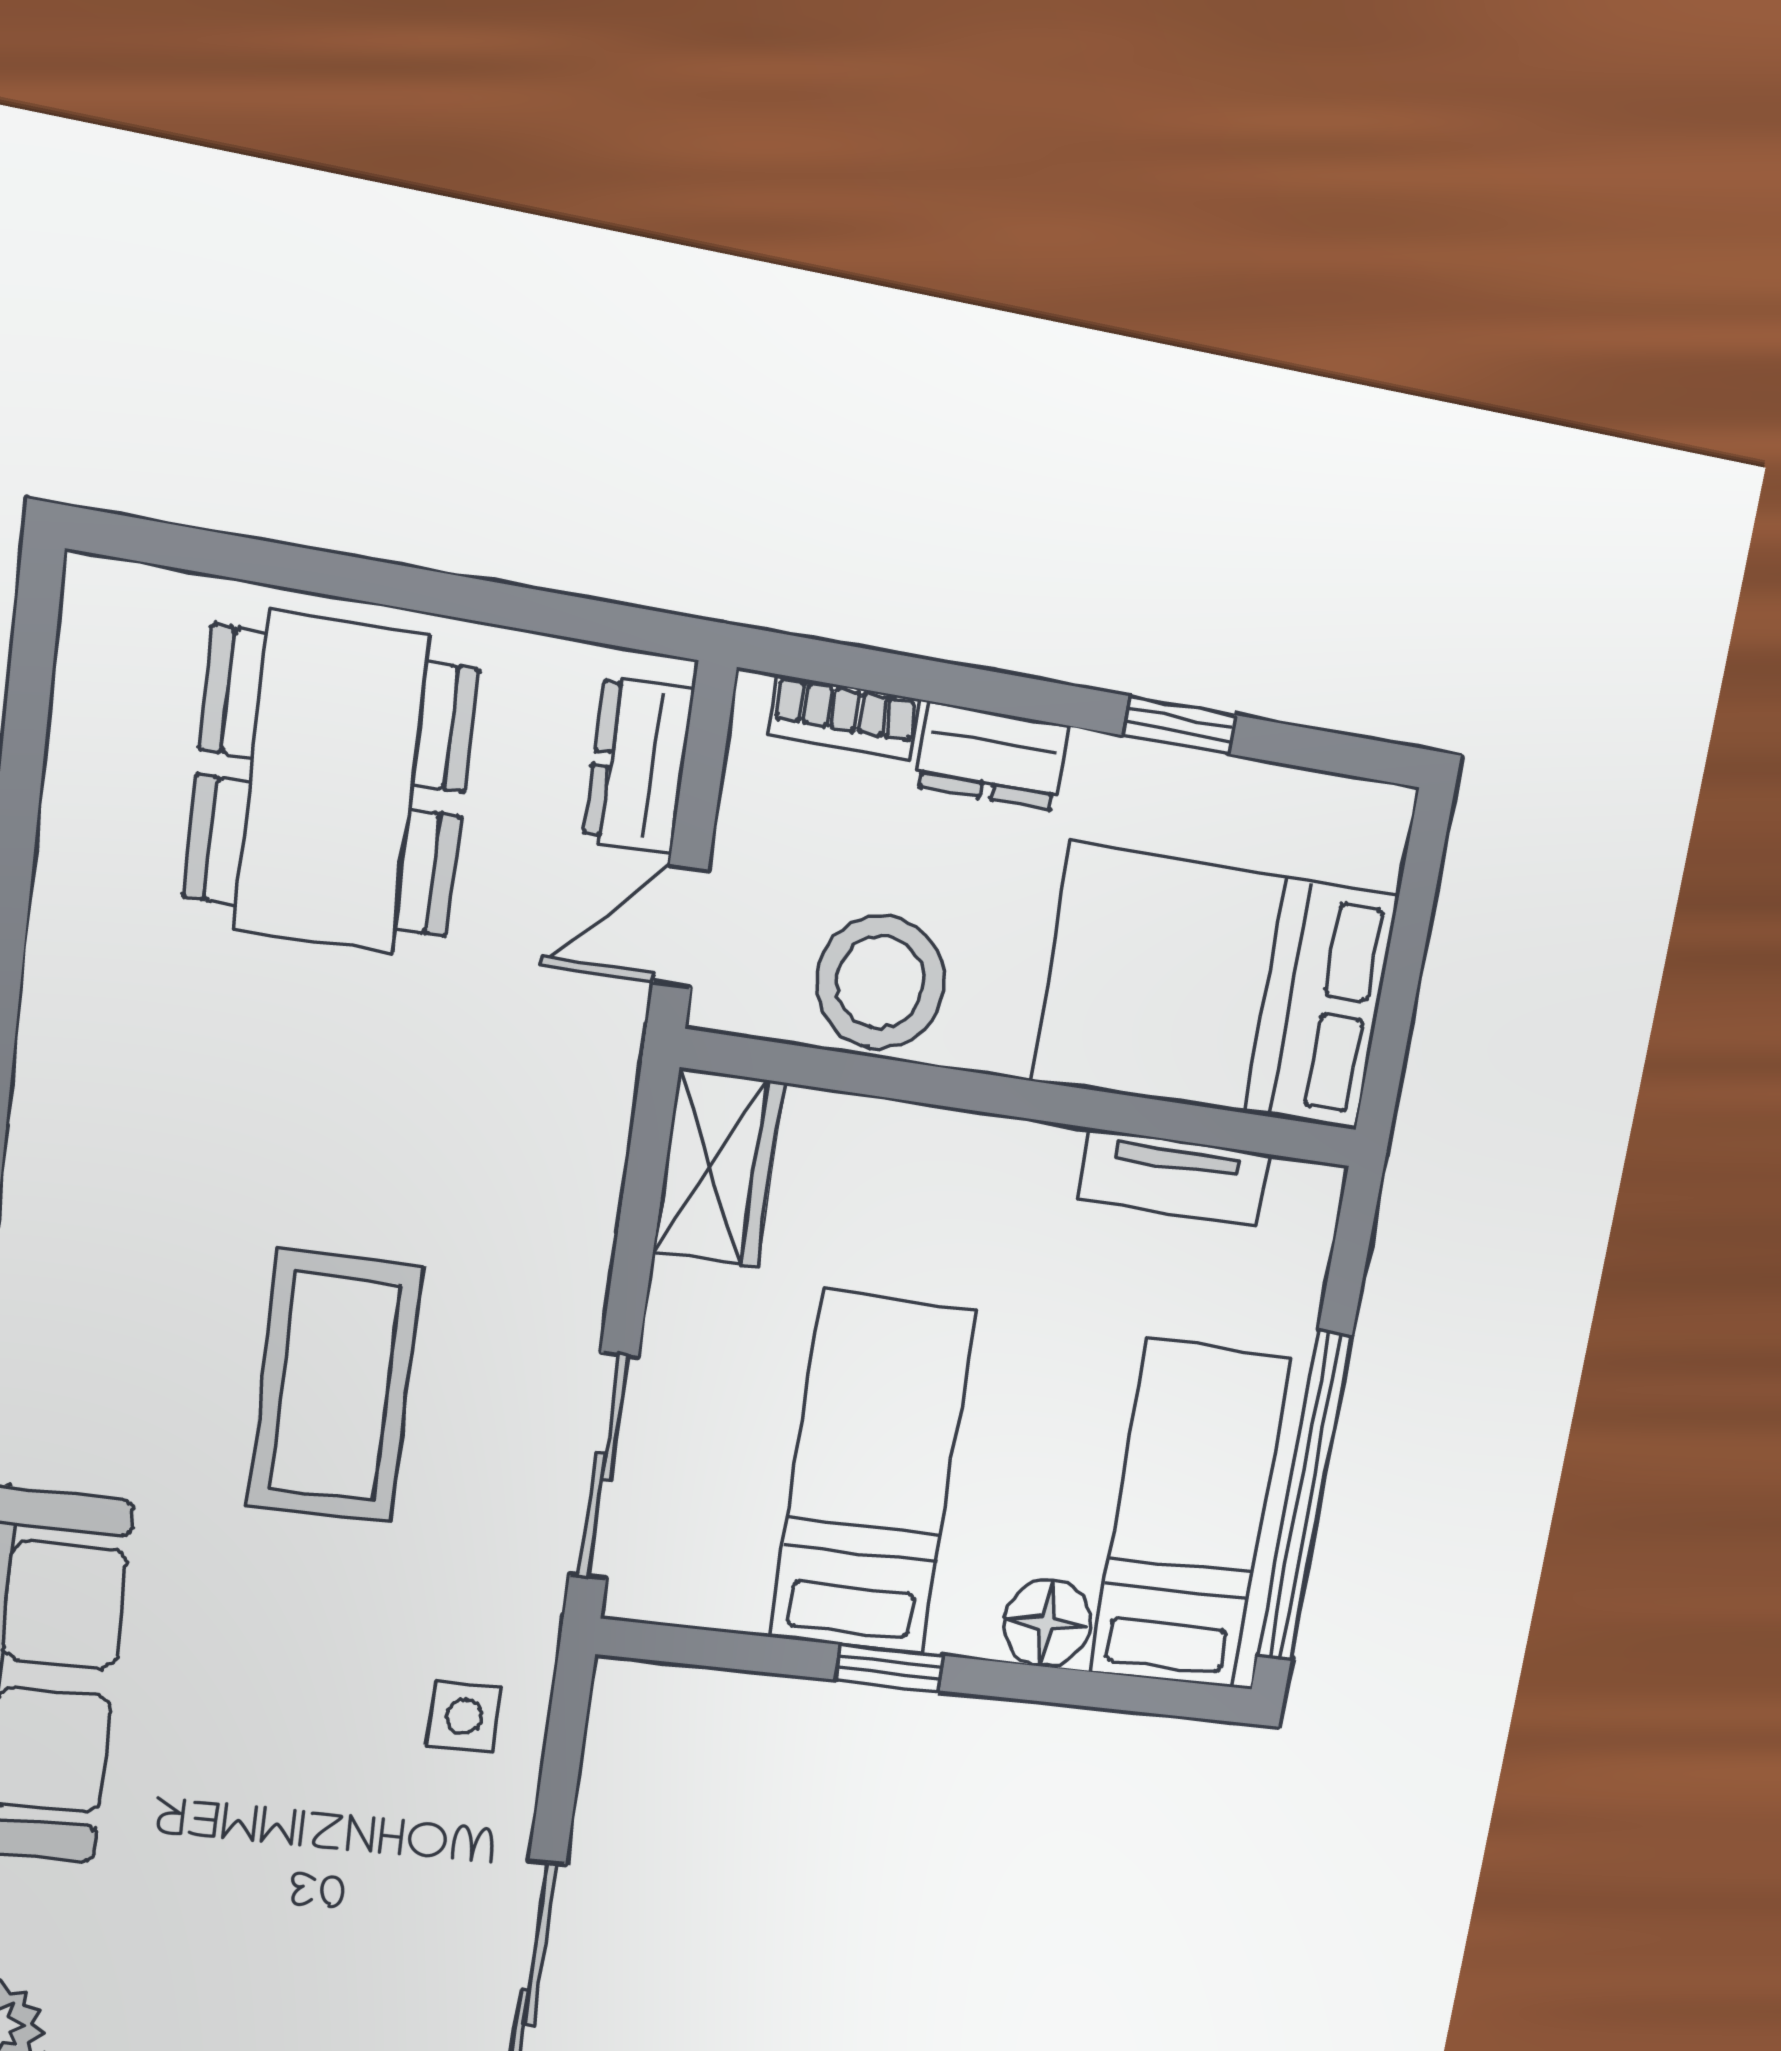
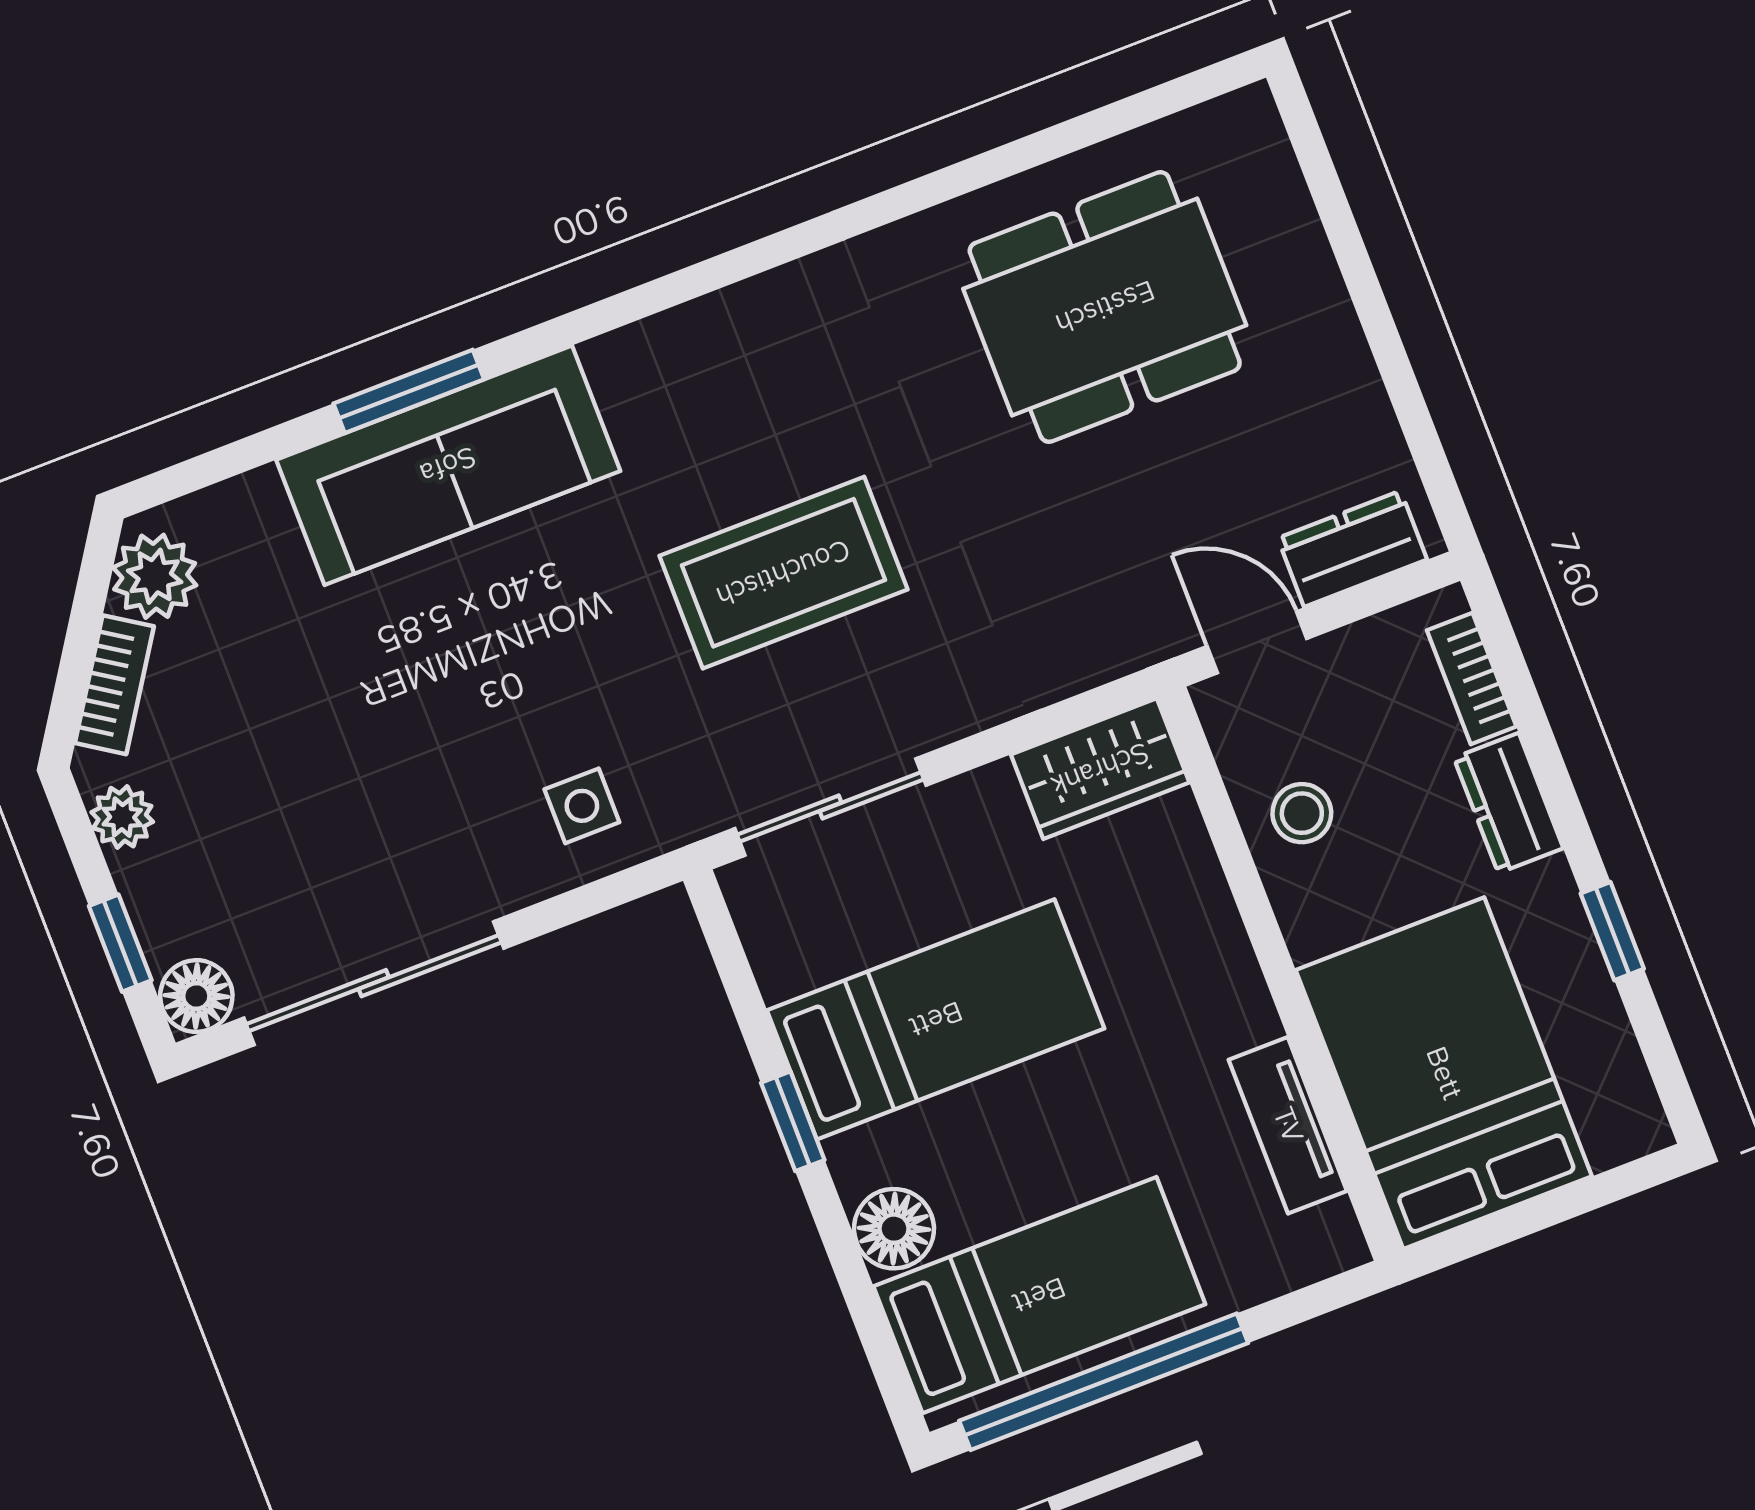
dining table: (331, 783) -> (1105, 307), moved
stool: (880, 982) -> (1302, 813), width x0.53, depth x0.53

